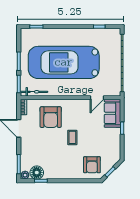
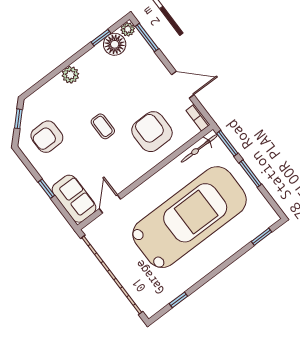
armchair: (92, 165) -> (47, 137), moved, turned -90
plant: (69, 174) -> (70, 75), added

